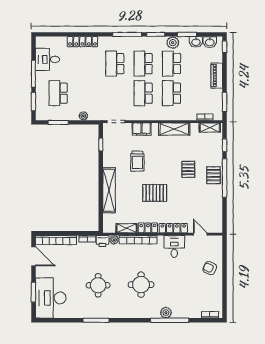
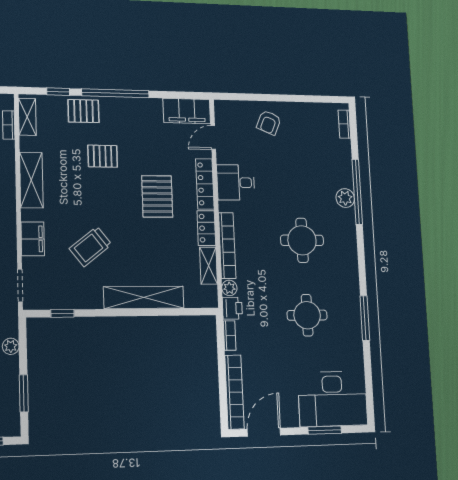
trolley: (137, 161) -> (91, 246), turned 142
pallet: (213, 175) -> (84, 111), moved
pallet: (155, 193) -> (157, 196), moved
filing cabinet: (215, 219) -> (187, 111), added

